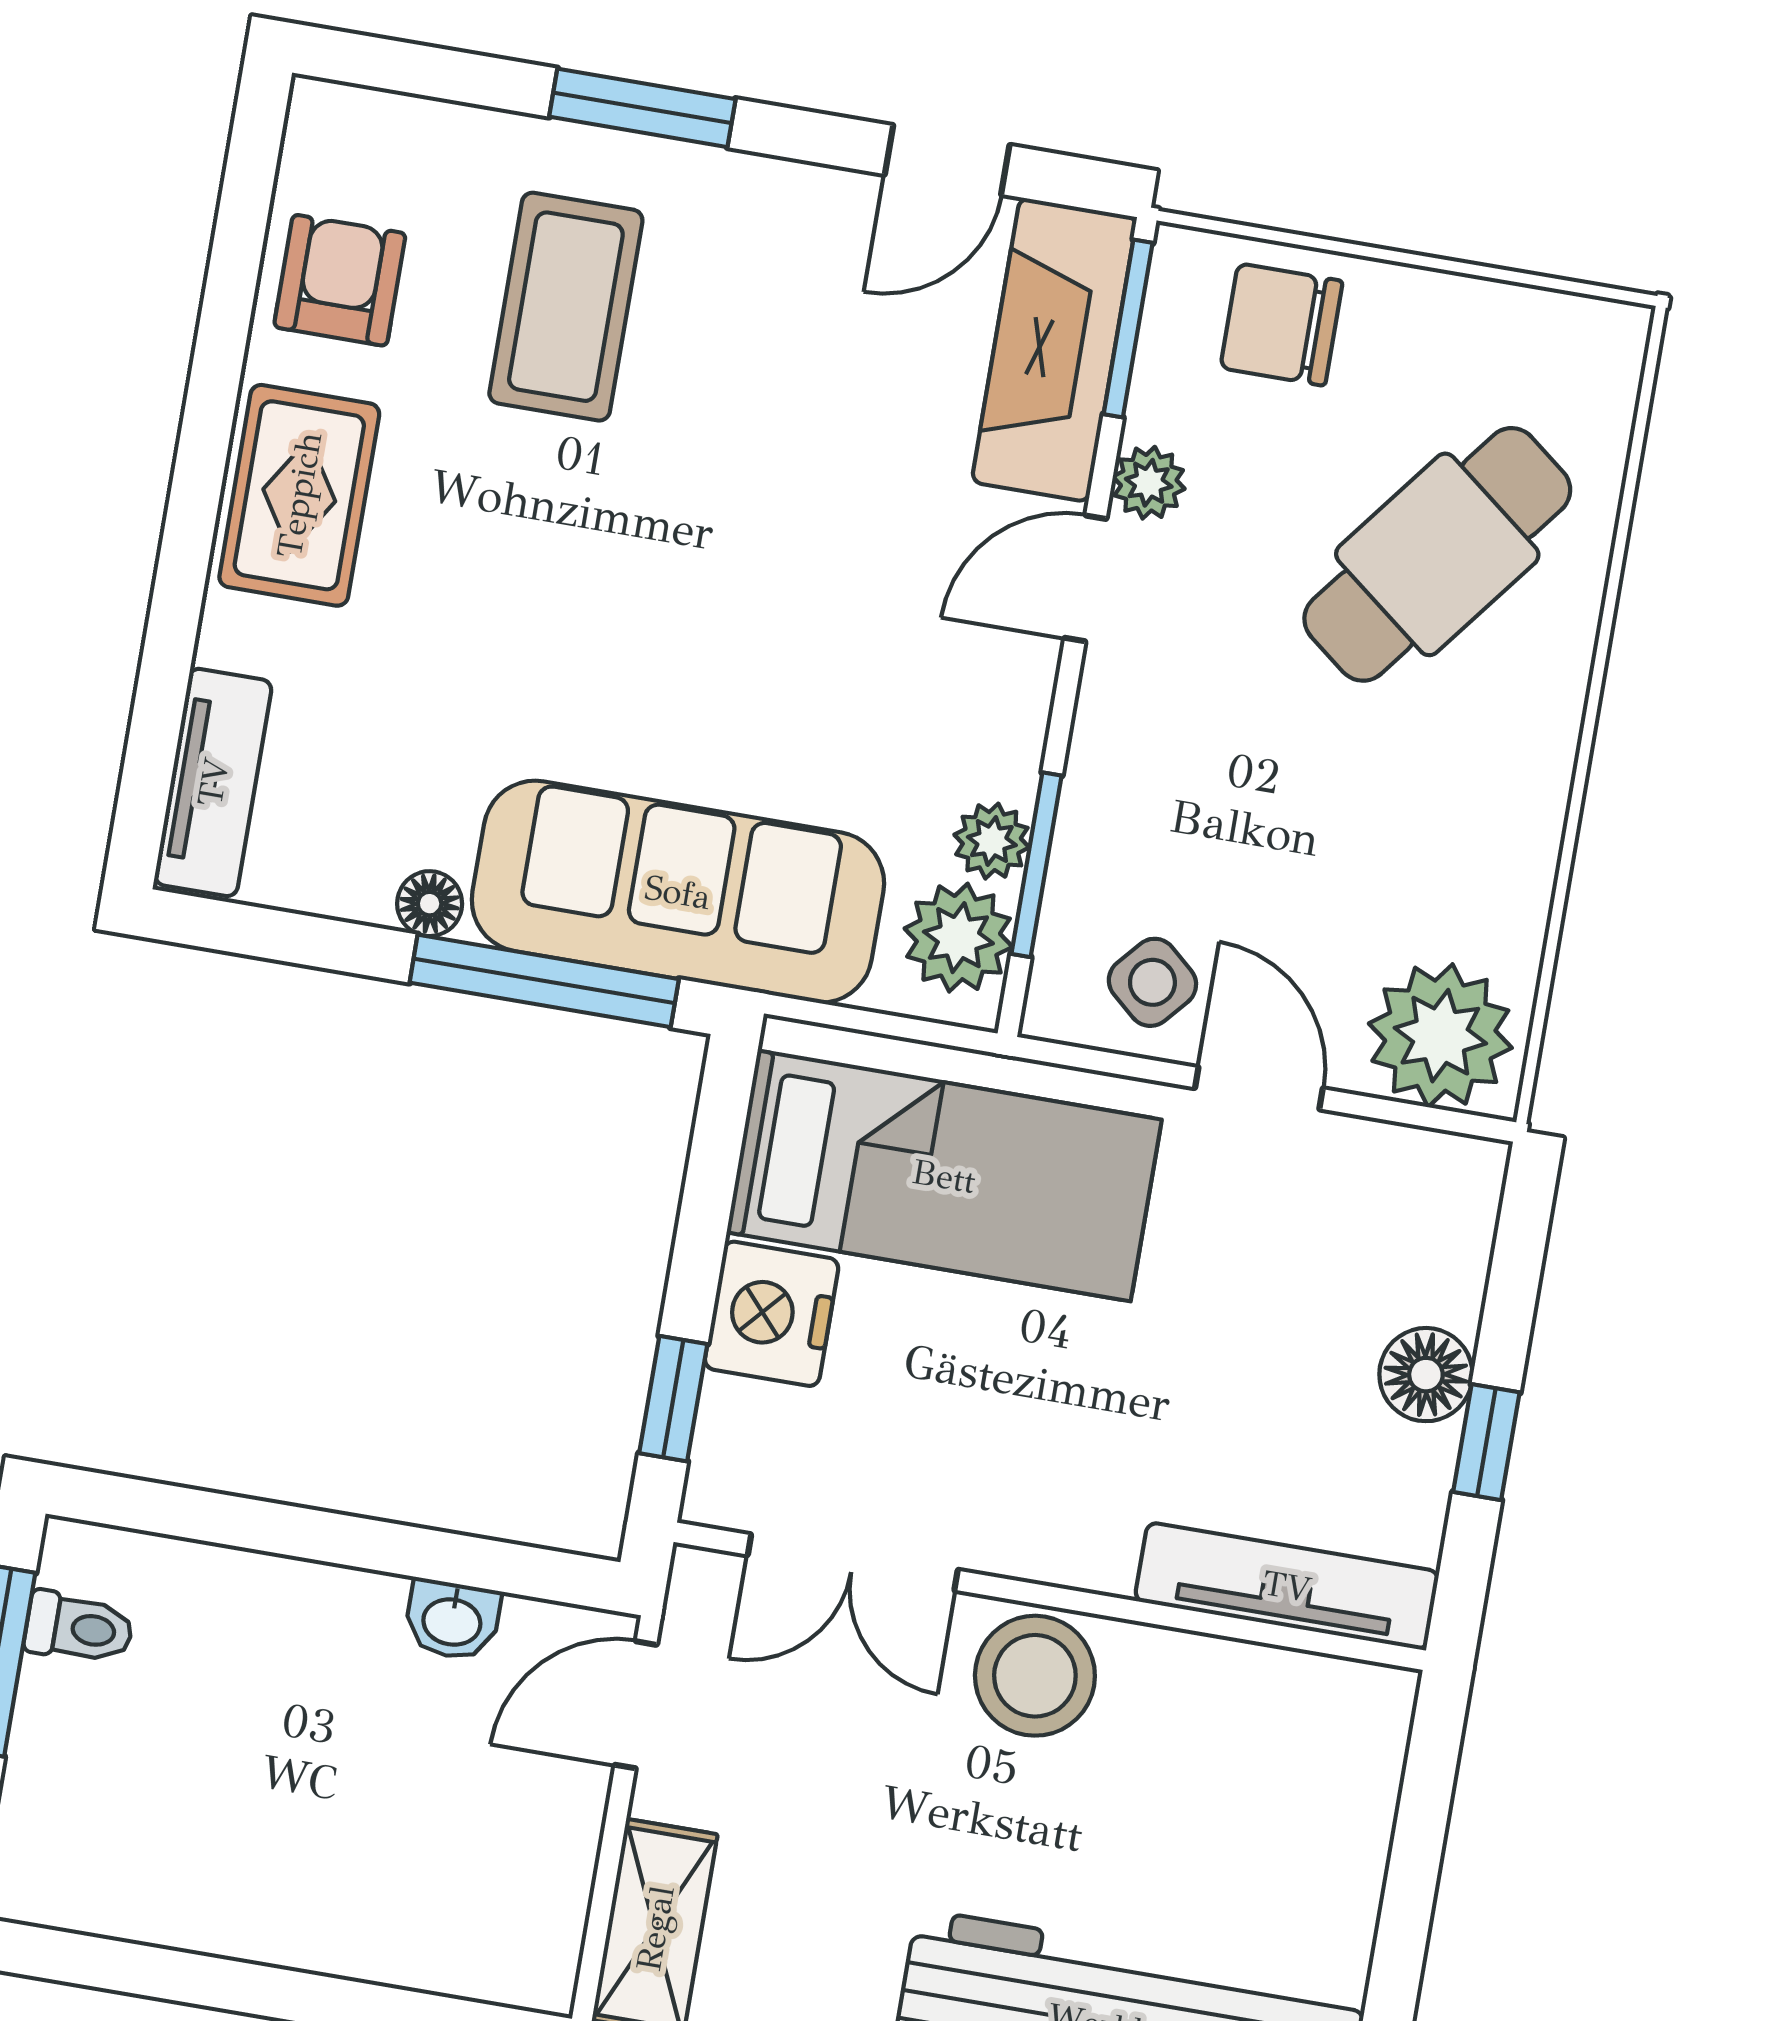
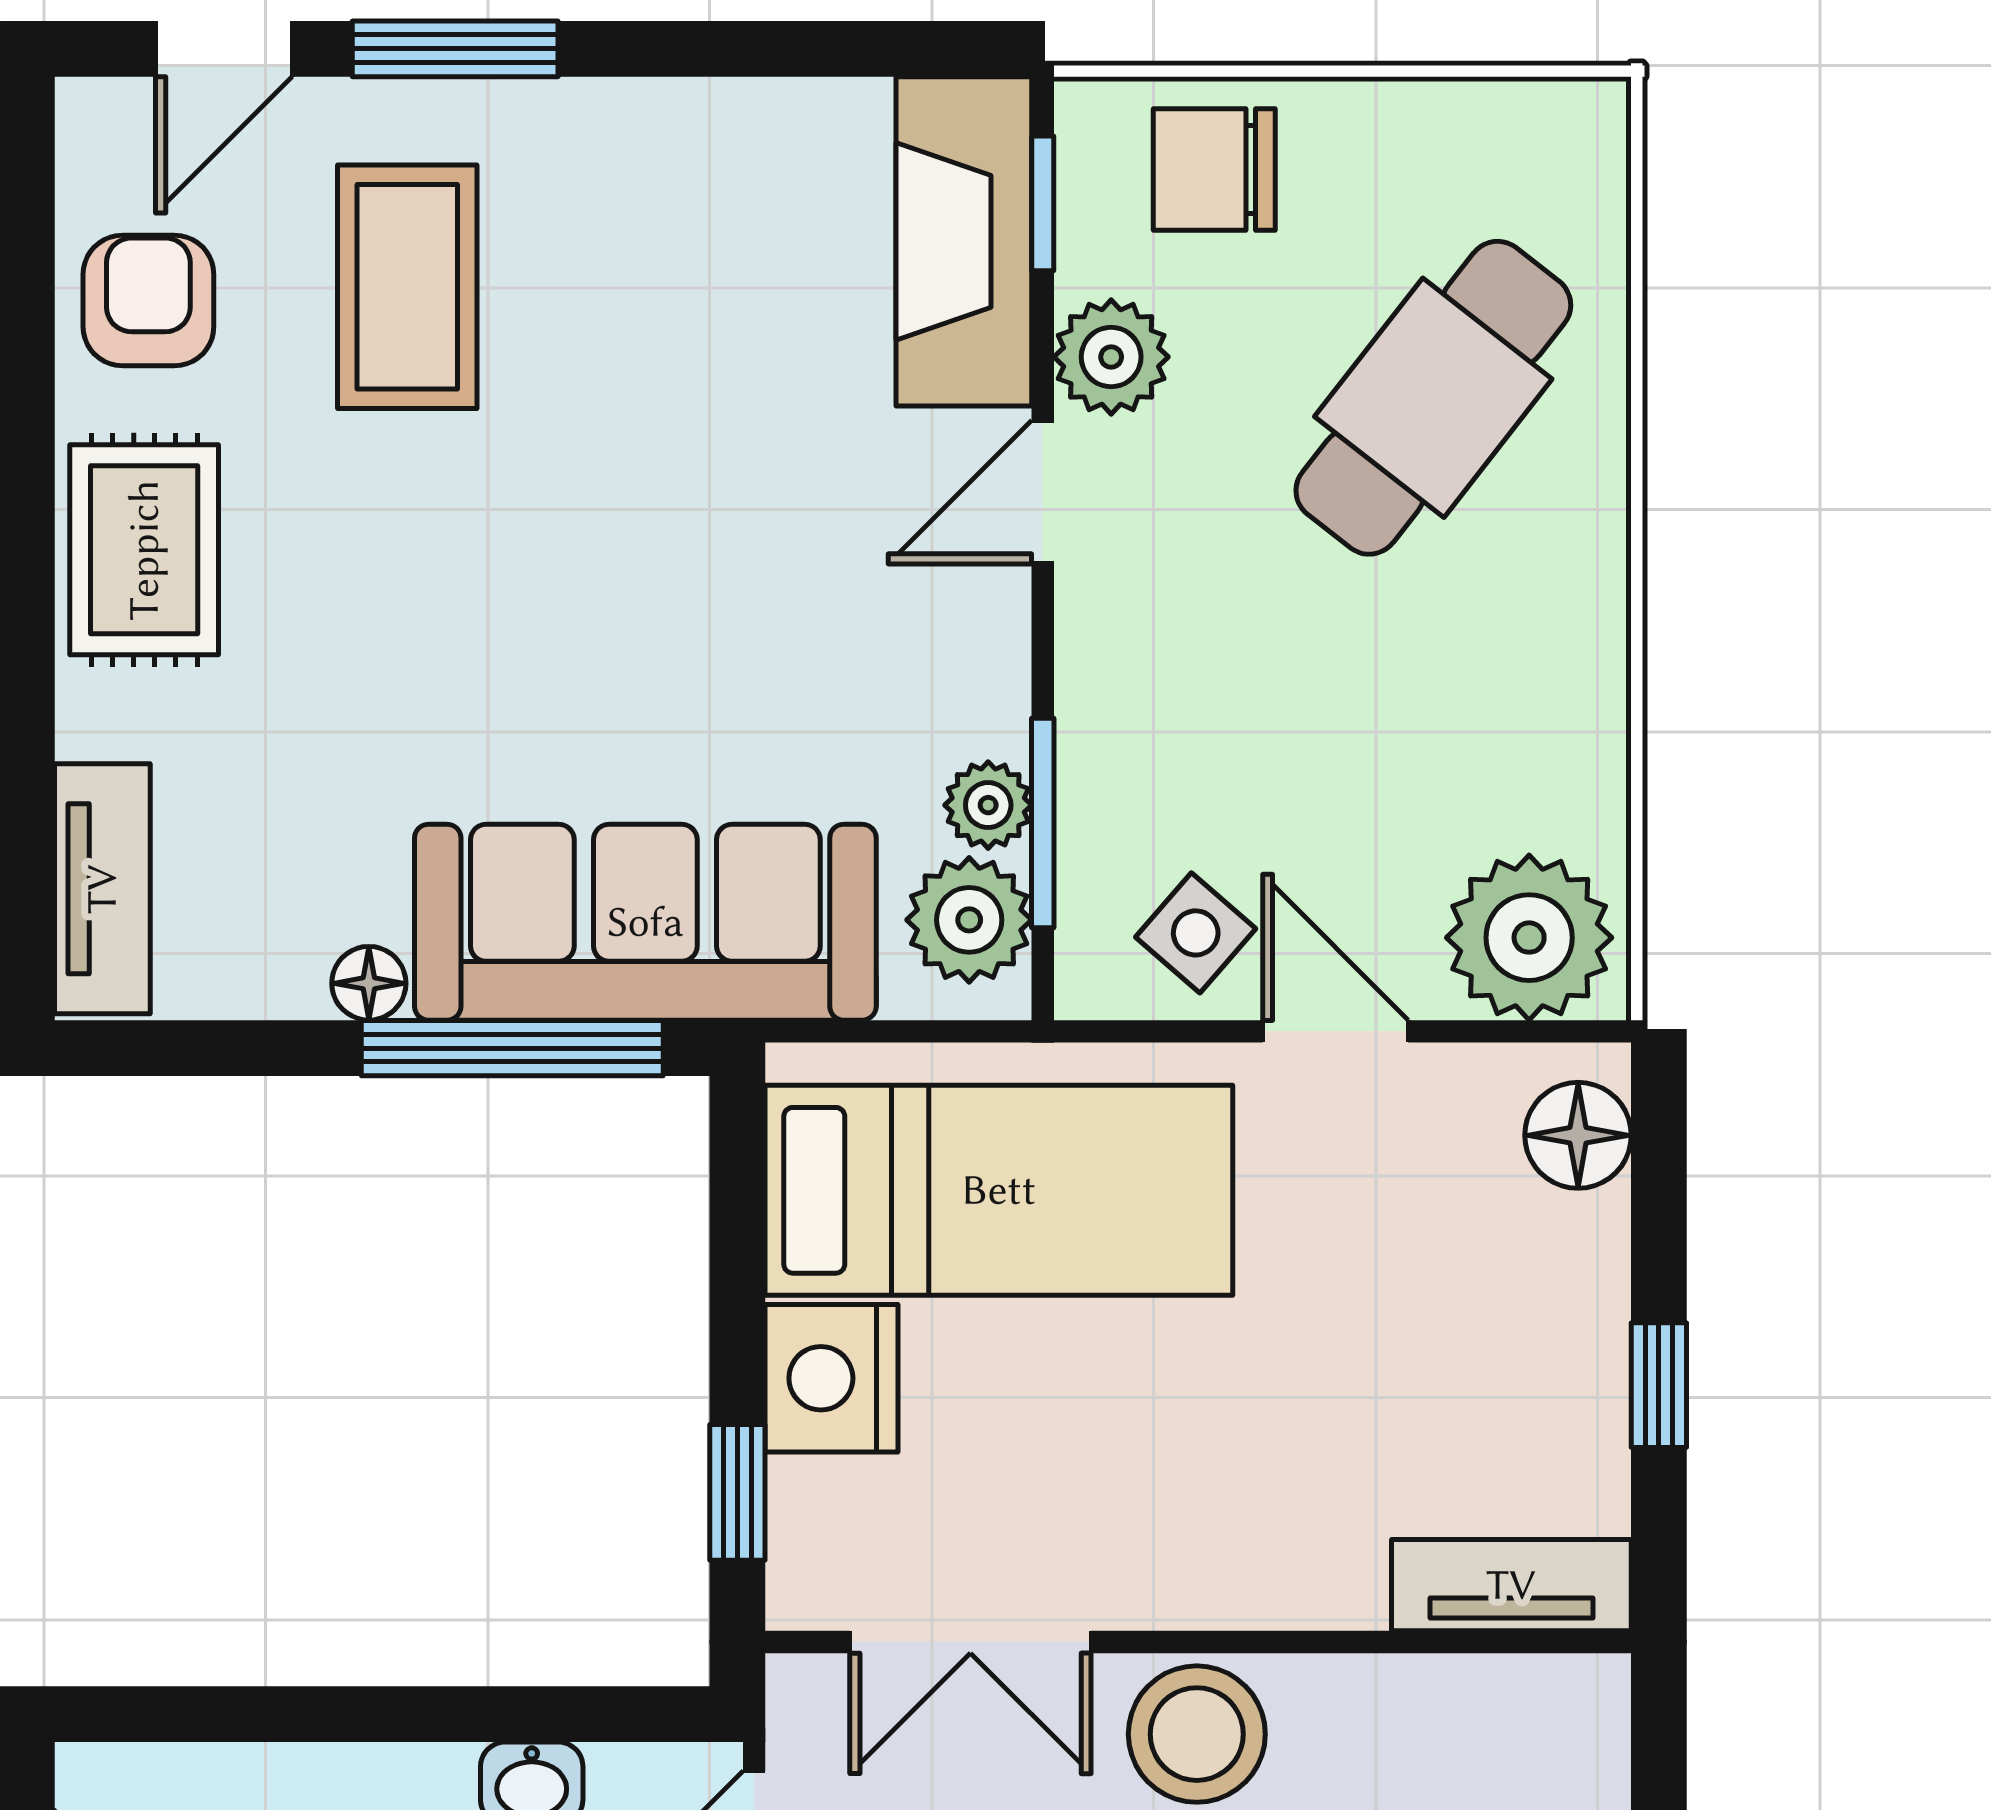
door: (947, 160) -> (224, 49), moved
window: (1128, 329) -> (1043, 203), width x0.67
plant: (1149, 483) -> (1111, 357), width x1.38, depth x1.38
floor lamp: (1426, 1375) -> (1578, 1135), moved
tv unit: (1287, 1586) -> (1511, 1585), width x0.71

